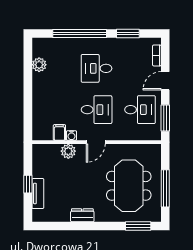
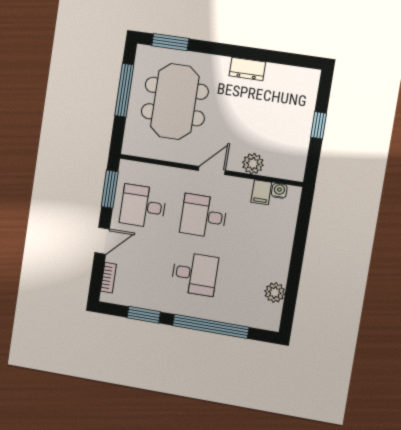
water cooler: (72, 135) -> (279, 191), moved
tv unit: (38, 193) -> (306, 110), removed

